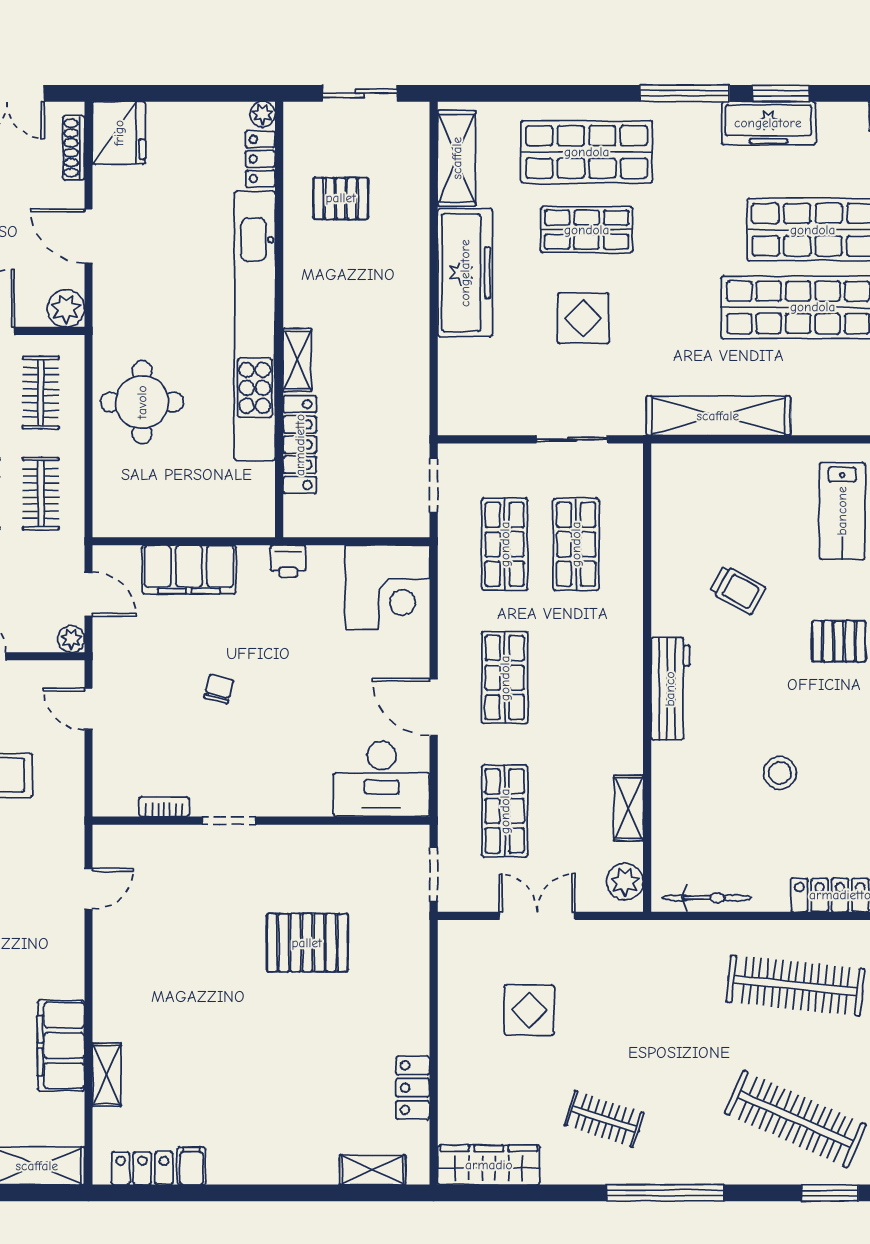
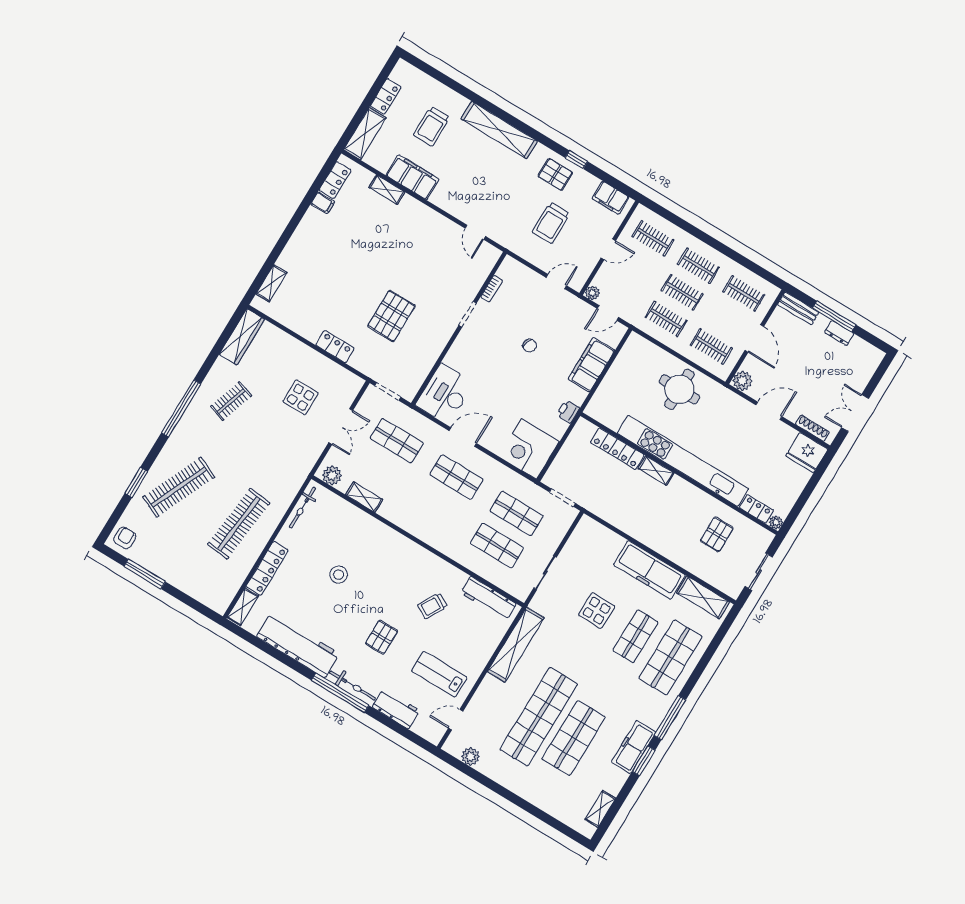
workbench: (670, 689) -> (488, 598), moved
locker: (413, 1088) -> (335, 347), moved

